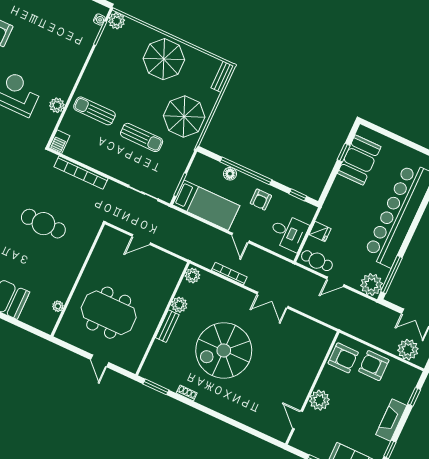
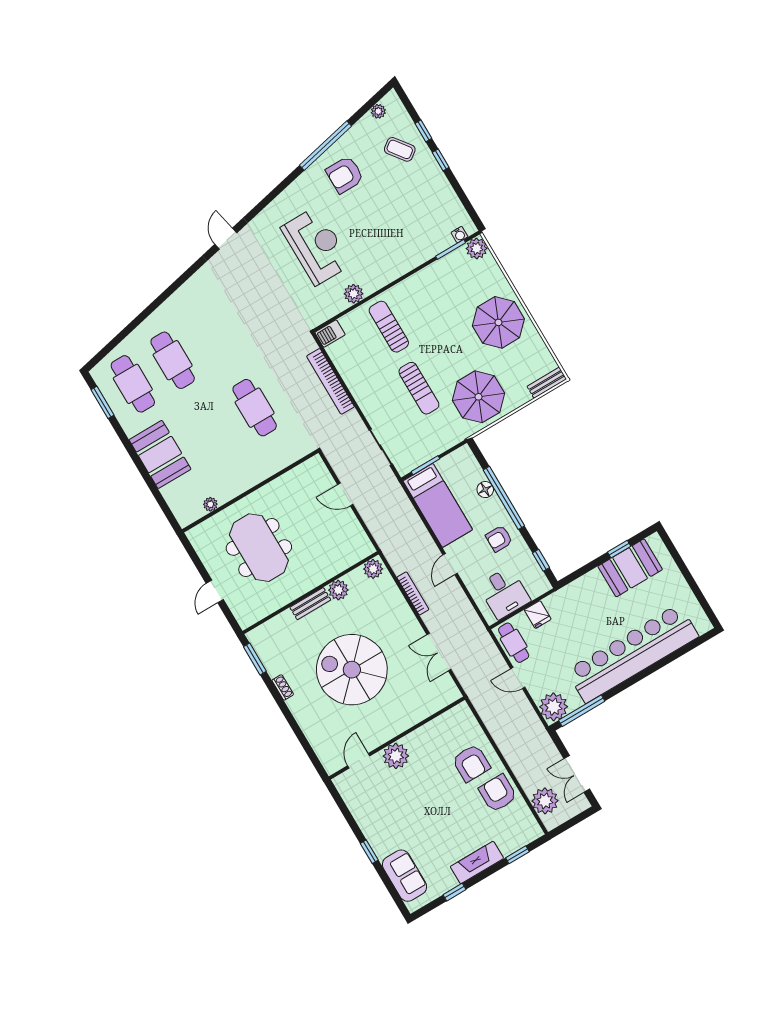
wall: (312, 388) -> (397, 738), moved
plant: (320, 400) -> (396, 756), moved
door: (298, 420) -> (359, 761), moved

